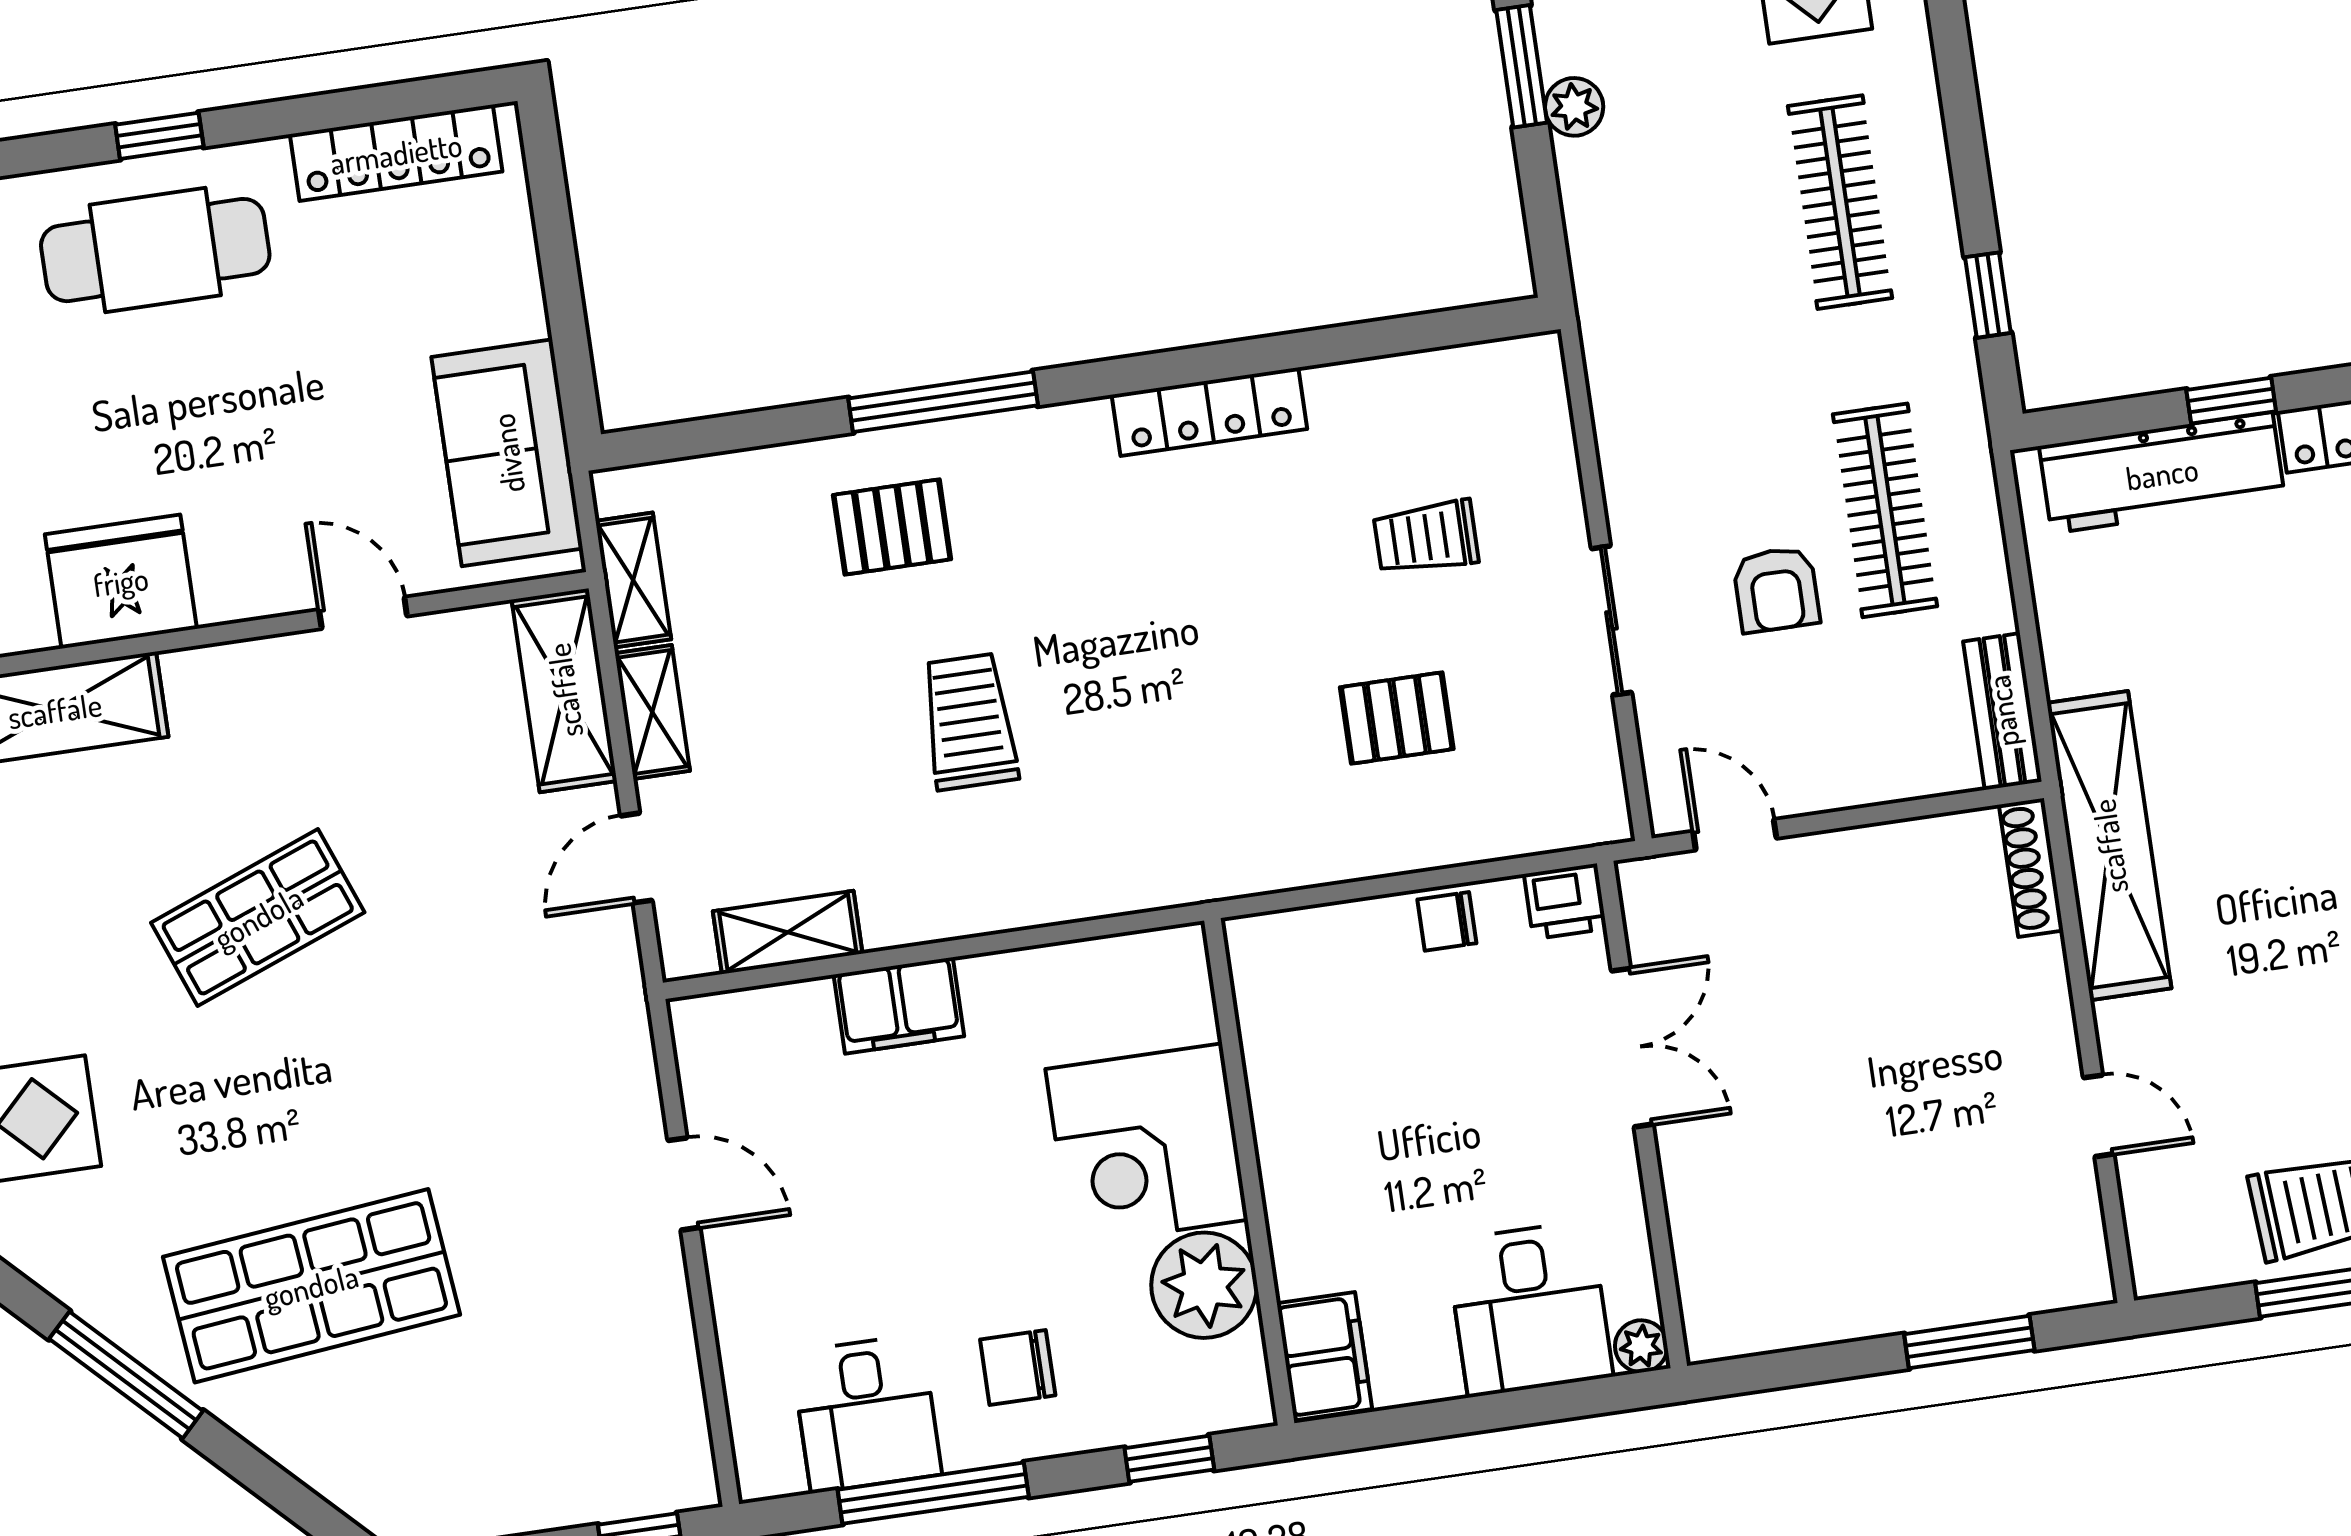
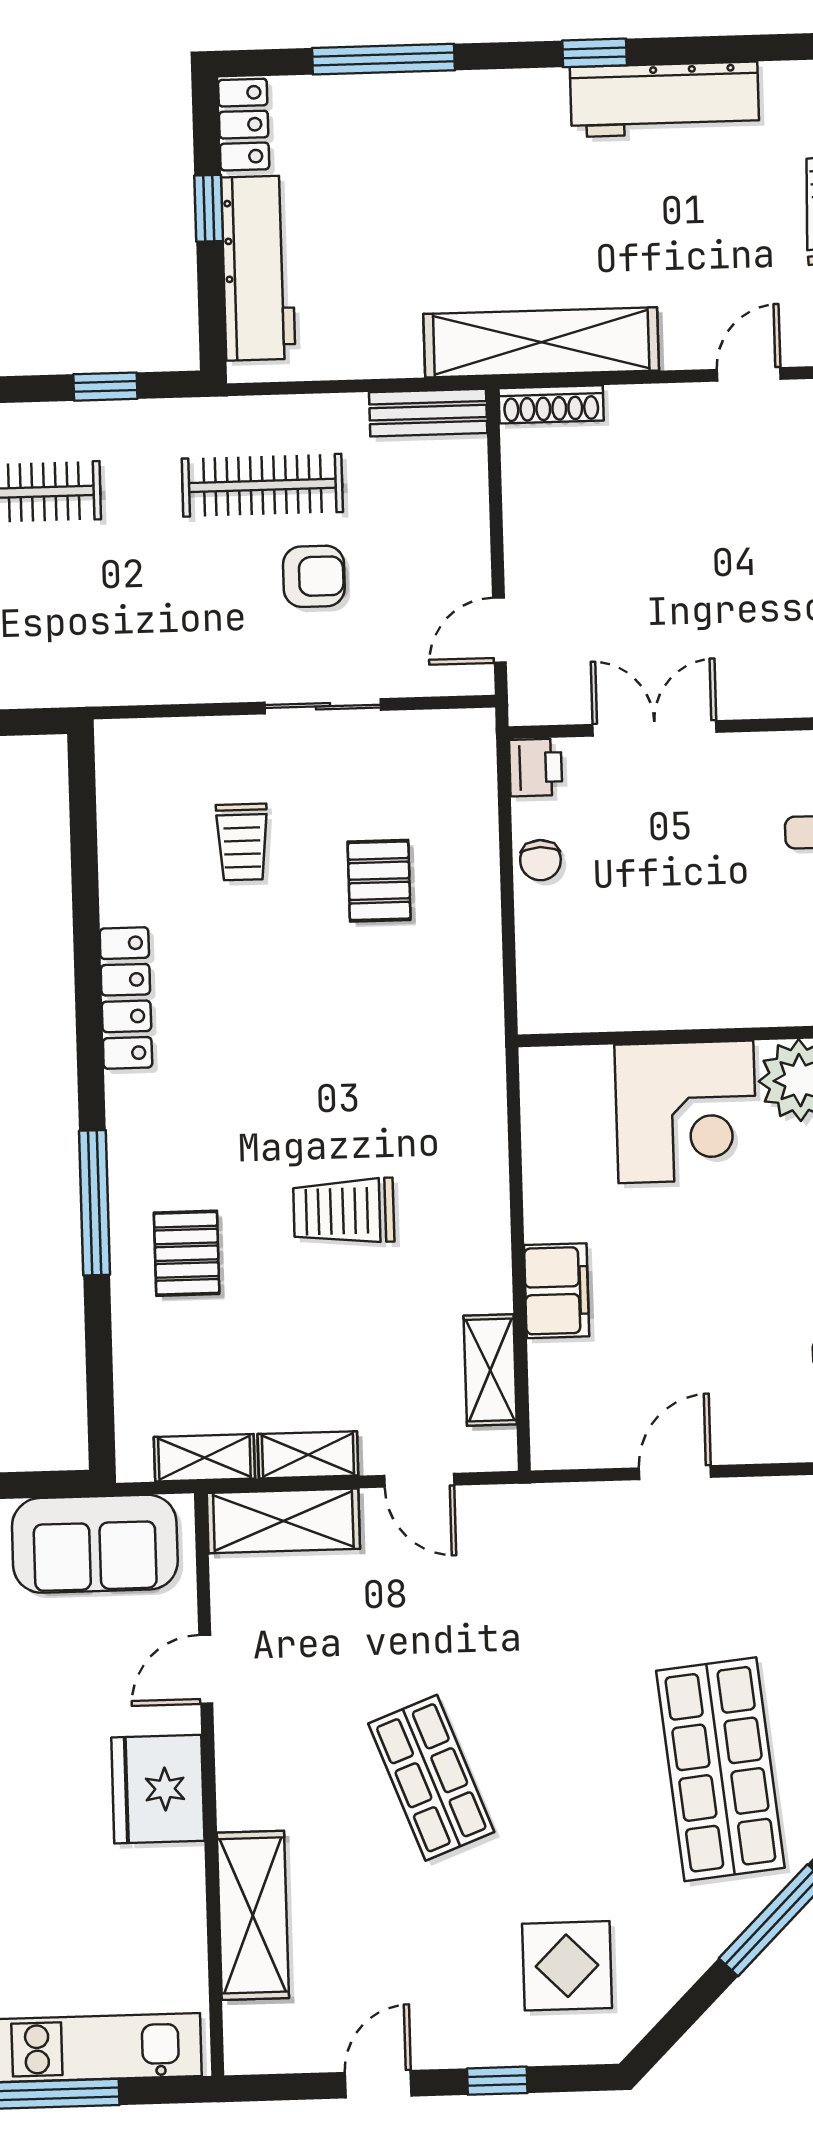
fridge: (121, 581) -> (158, 1789), moved

